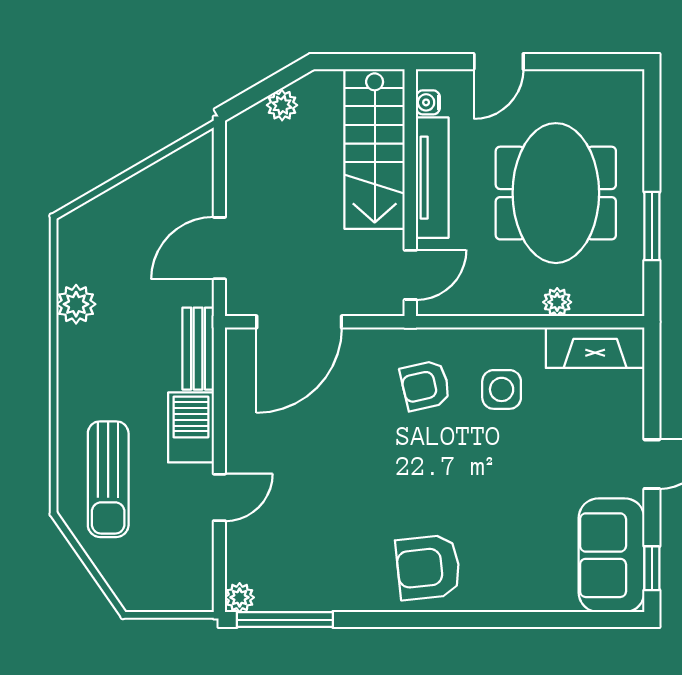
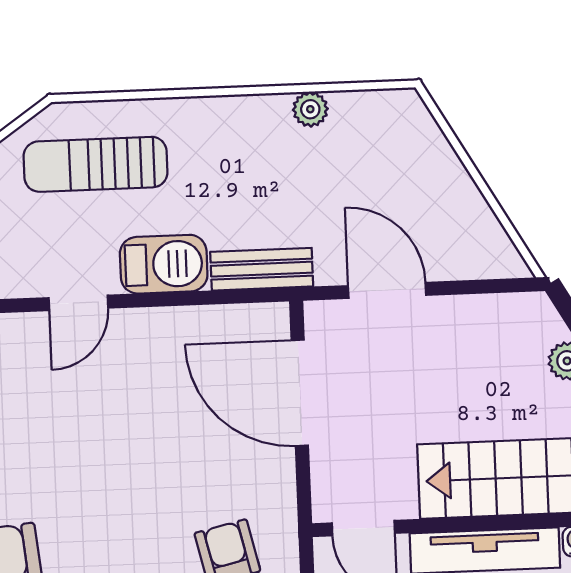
plant: (76, 304) -> (310, 109), width x0.73, depth x0.73
door: (219, 497) -> (78, 303), hinge flipped

